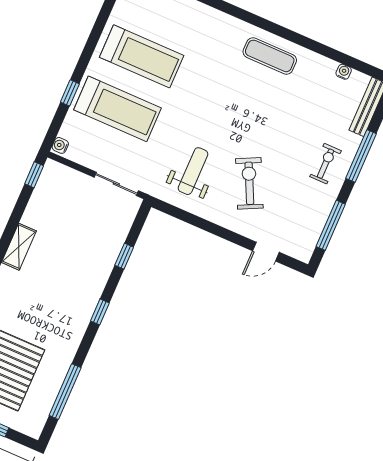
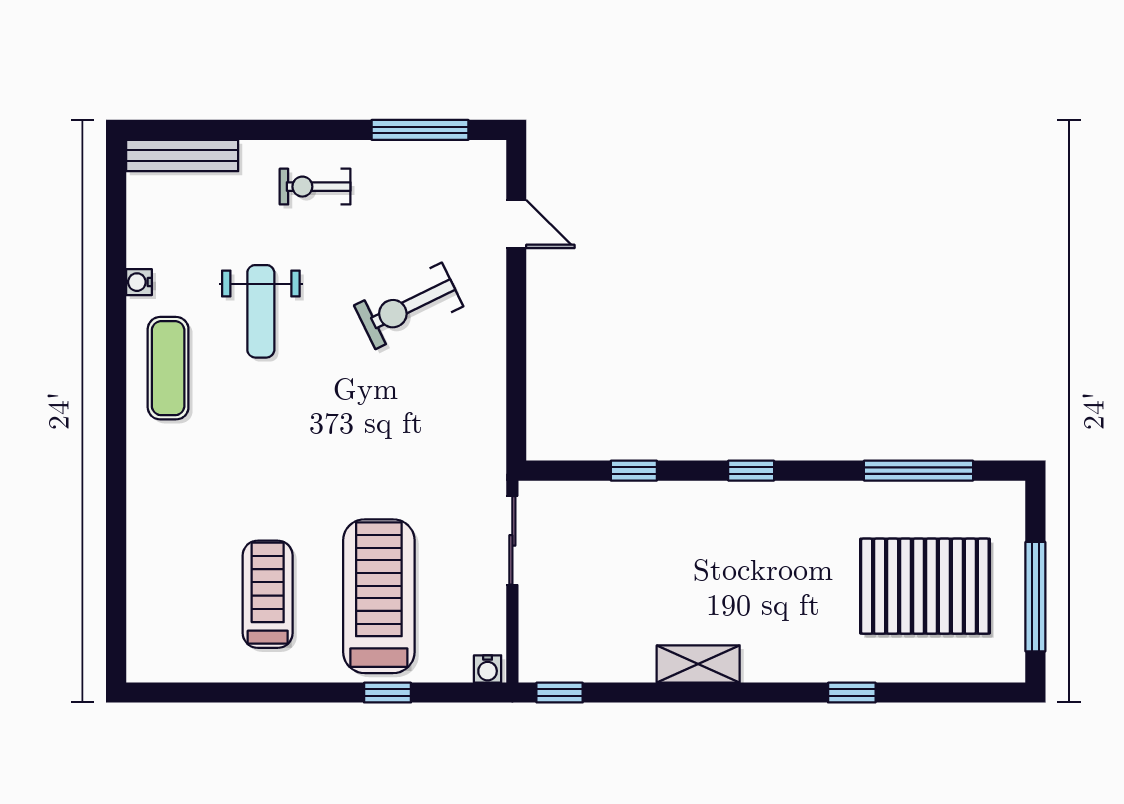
treadmill: (142, 56) -> (268, 594), width x0.73, depth x0.73
water cooler: (344, 72) -> (139, 282), moved
window: (361, 156) -> (274, 130), removed
weight bench: (193, 171) -> (261, 311), moved, turned -90

